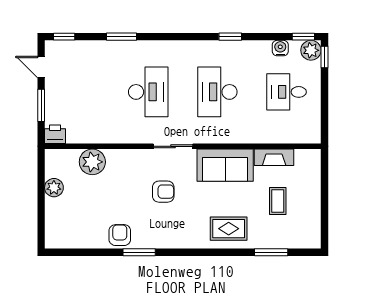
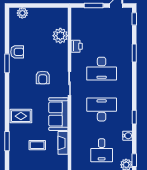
water cooler: (280, 48) -> (127, 136), moved
desk: (287, 92) -> (102, 150), turned 180
printer: (55, 134) -> (77, 46), moved
plant: (54, 188) -> (22, 13), moved
rug: (229, 229) -> (21, 116), turned 90

